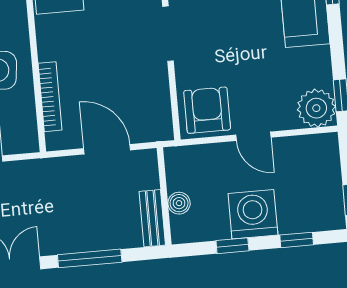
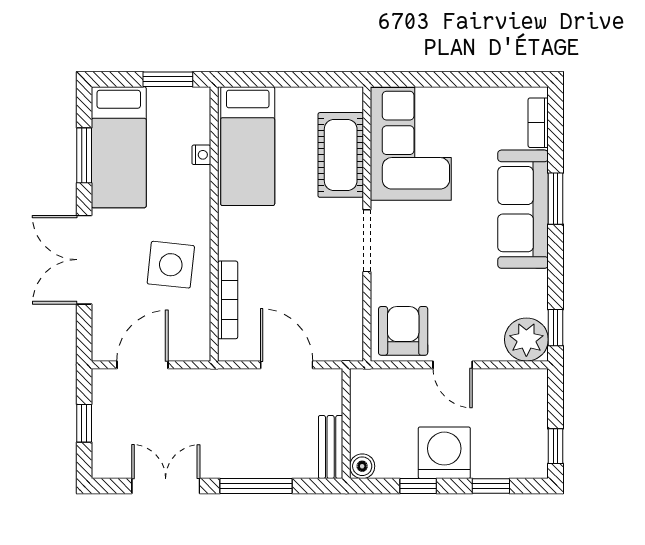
boiler: (179, 203) -> (362, 466), moved

